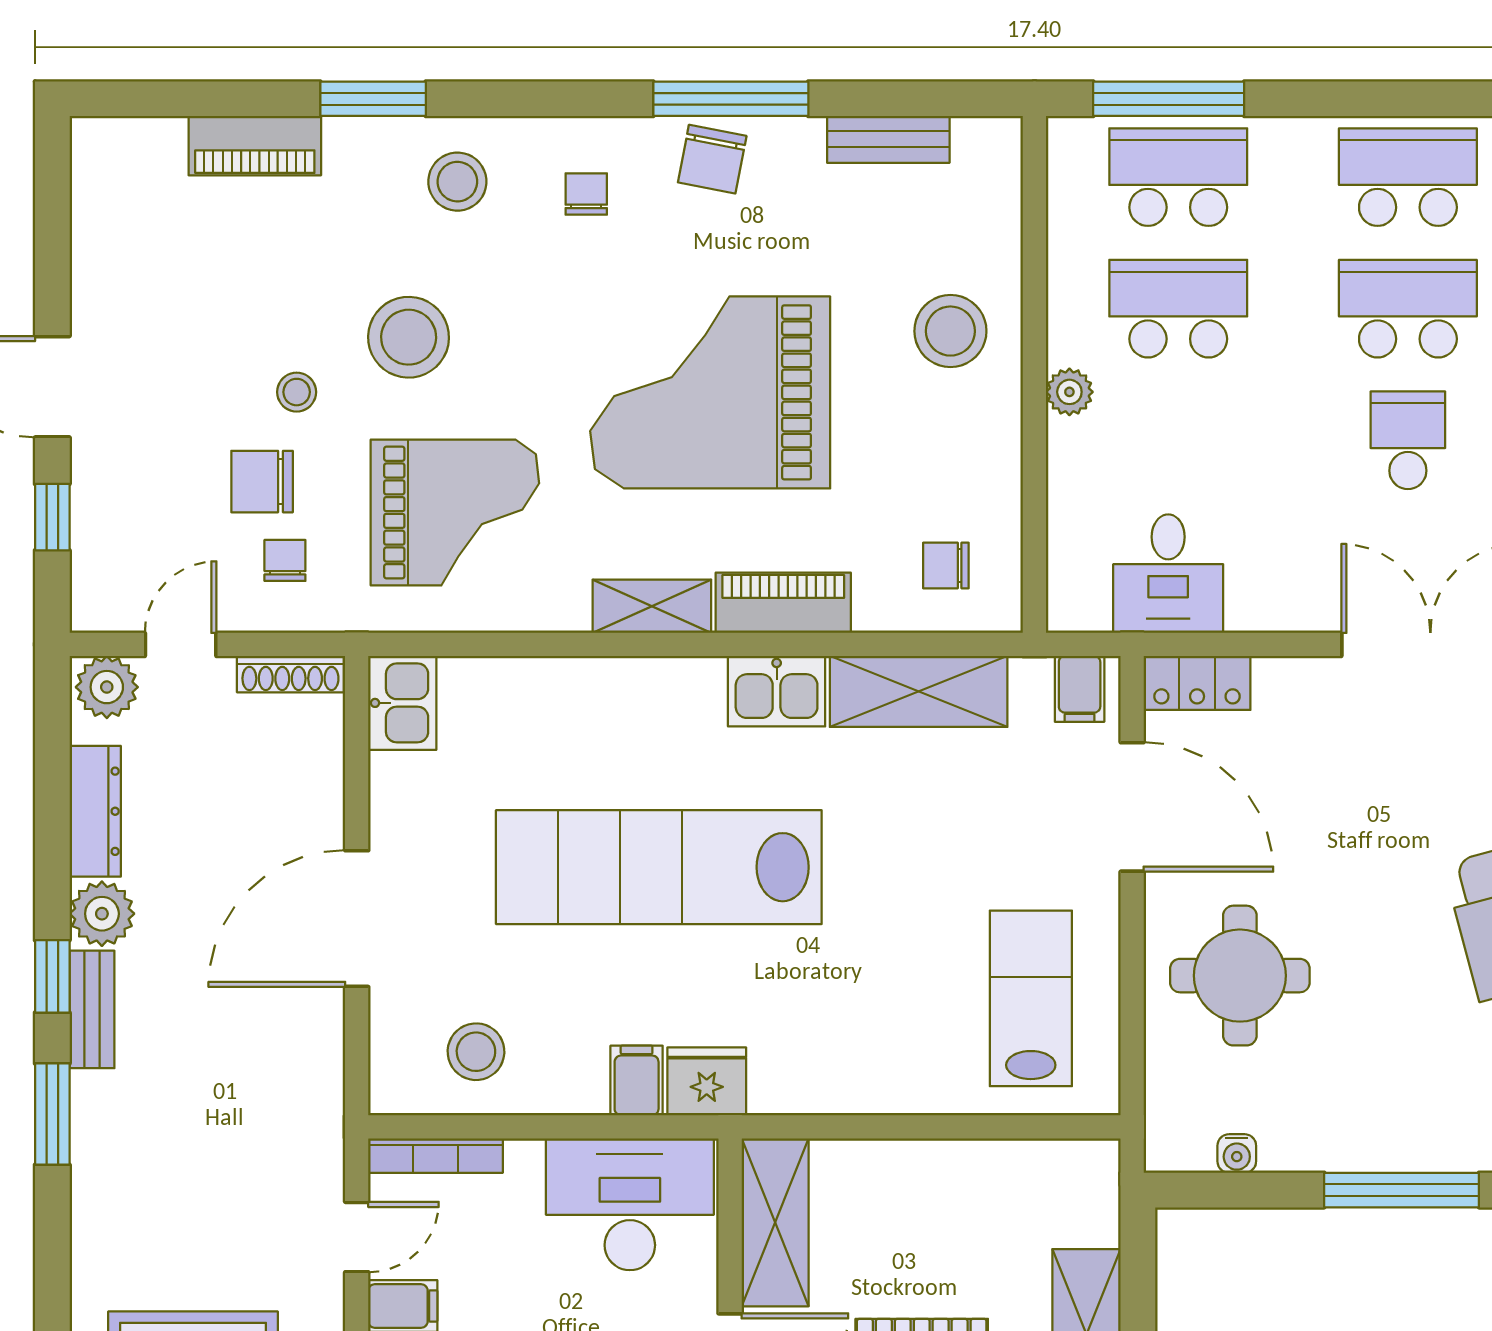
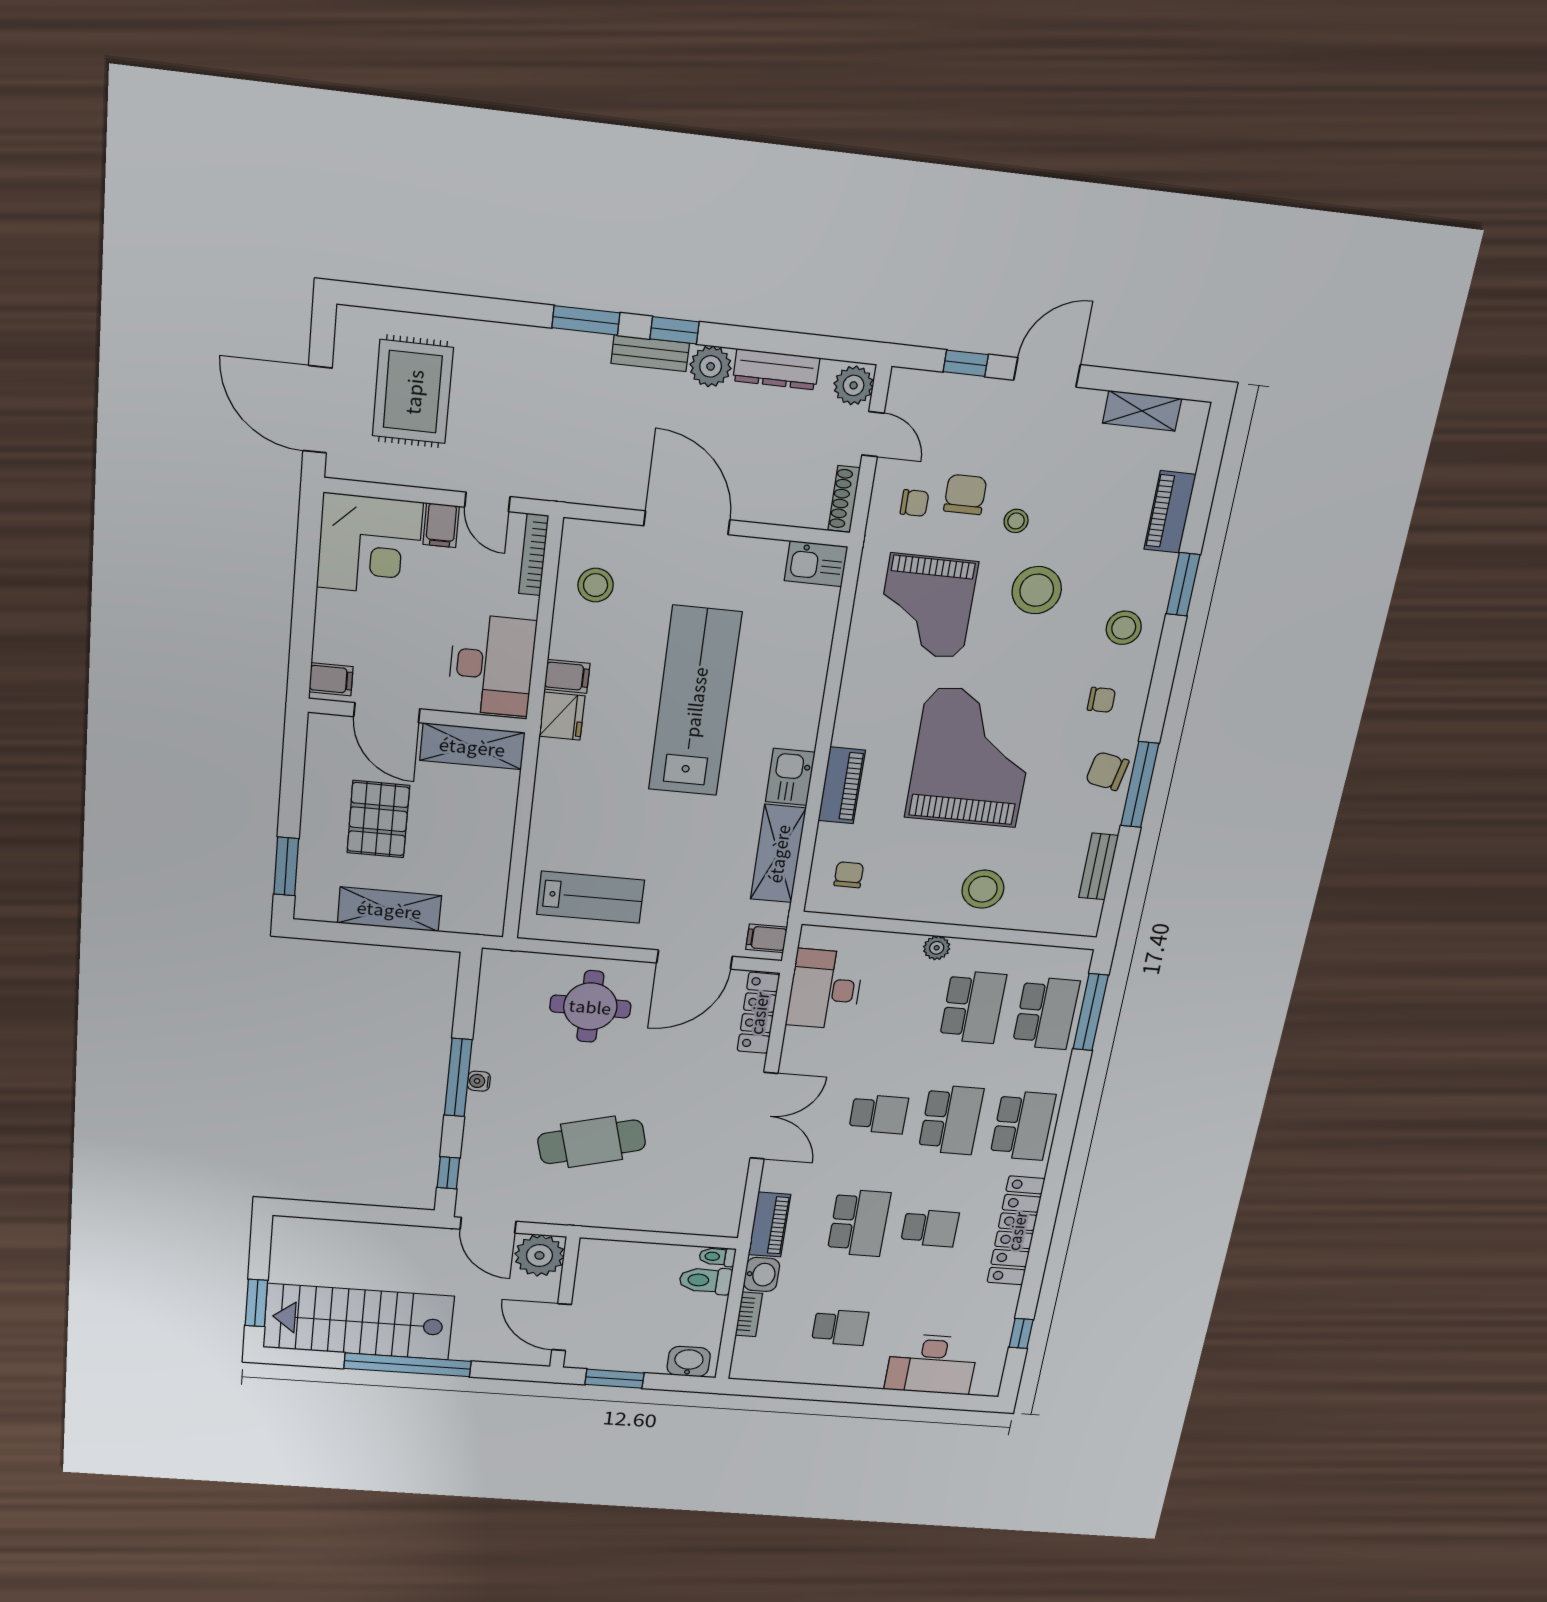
desk: (1168, 574) -> (825, 989), width x1.37
shelving: (652, 606) -> (1142, 411), moved, turned 90
locker: (1197, 683) -> (758, 1013), width x1.53
water cooler: (1237, 1154) -> (479, 1081), moved

